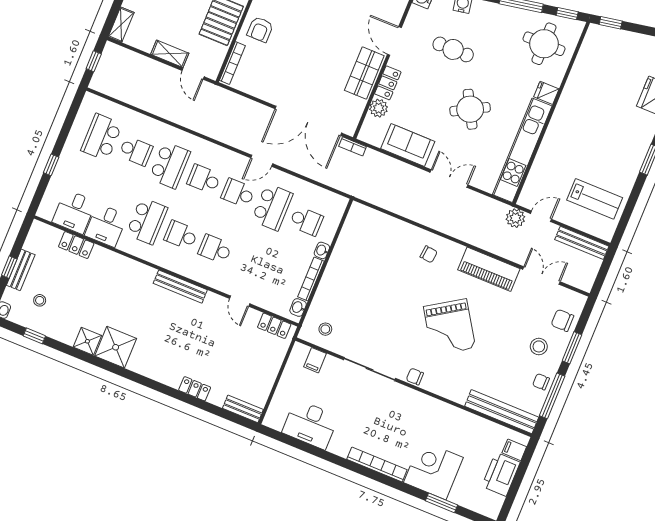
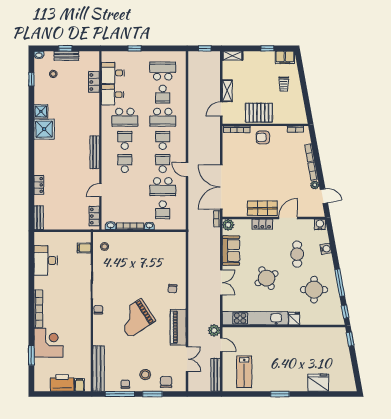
round table: (544, 44) -> (314, 290), moved
plant: (379, 108) -> (228, 225), moved

